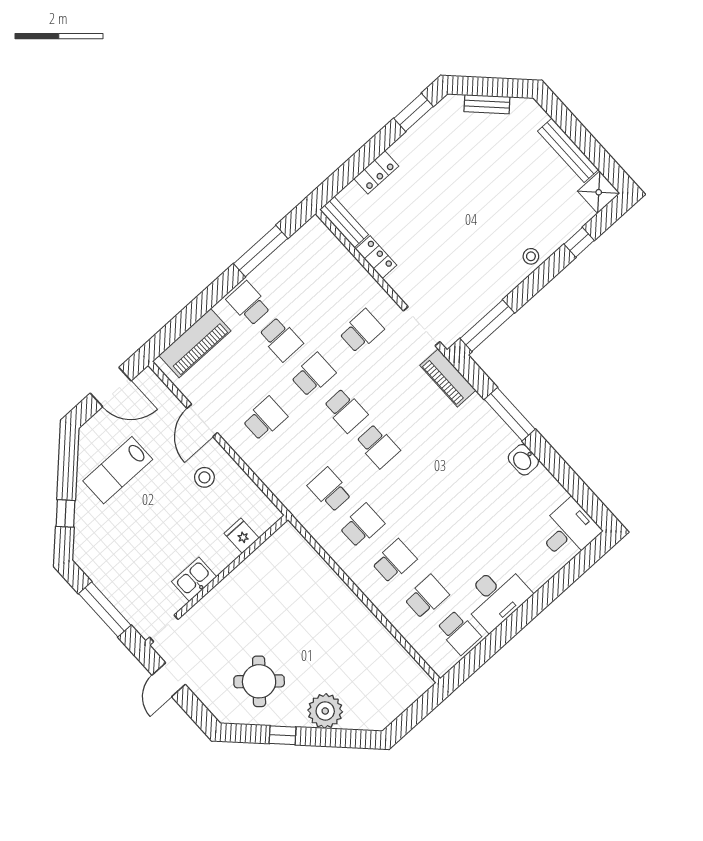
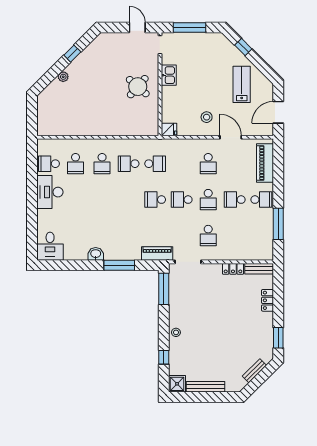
school desk: (362, 525) -> (129, 164), turned 90
fridge: (242, 536) -> (169, 130), moved
round table: (259, 681) -> (138, 87), moved
plant: (325, 711) -> (63, 77), width x0.53, depth x0.53

